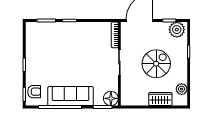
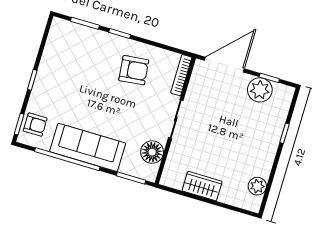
plant: (177, 30) -> (260, 90), moved
armchair: (85, 40) -> (134, 70), added
spiral stairs: (156, 64) -> (231, 137), removed
floor lamp: (111, 98) -> (152, 152), moved
wardrobe: (160, 99) -> (202, 186), moved

